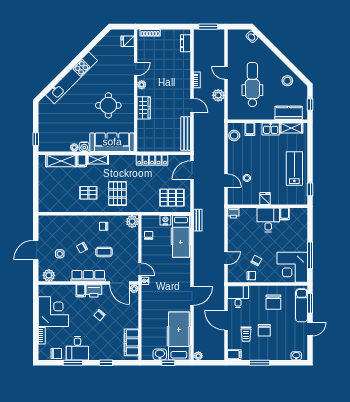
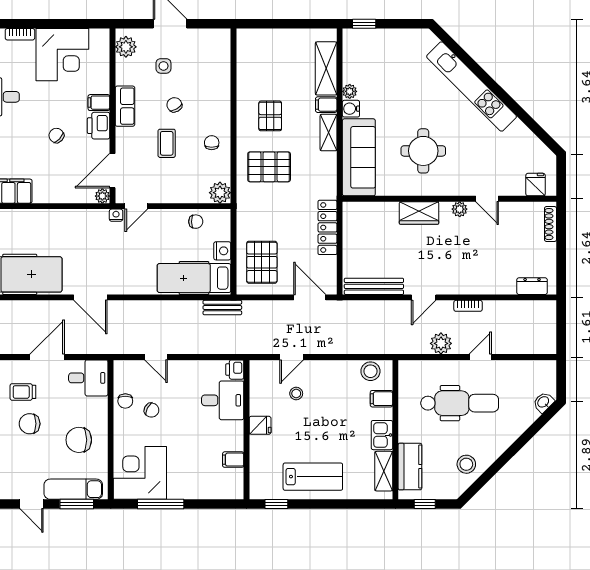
window: (208, 27) -> (561, 326), removed
desk: (268, 220) -> (223, 400), moved
row of seats: (88, 276) -> (125, 106), width x0.68

